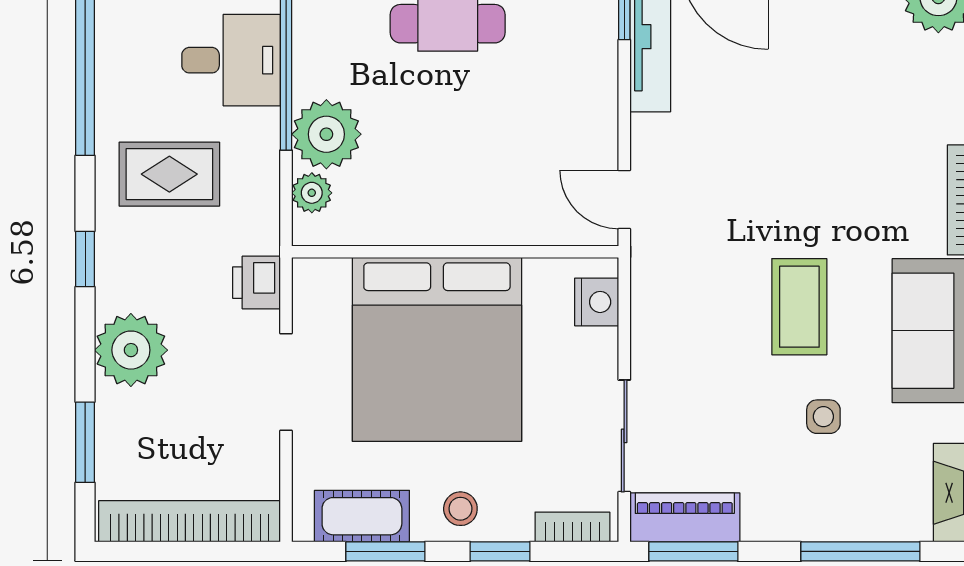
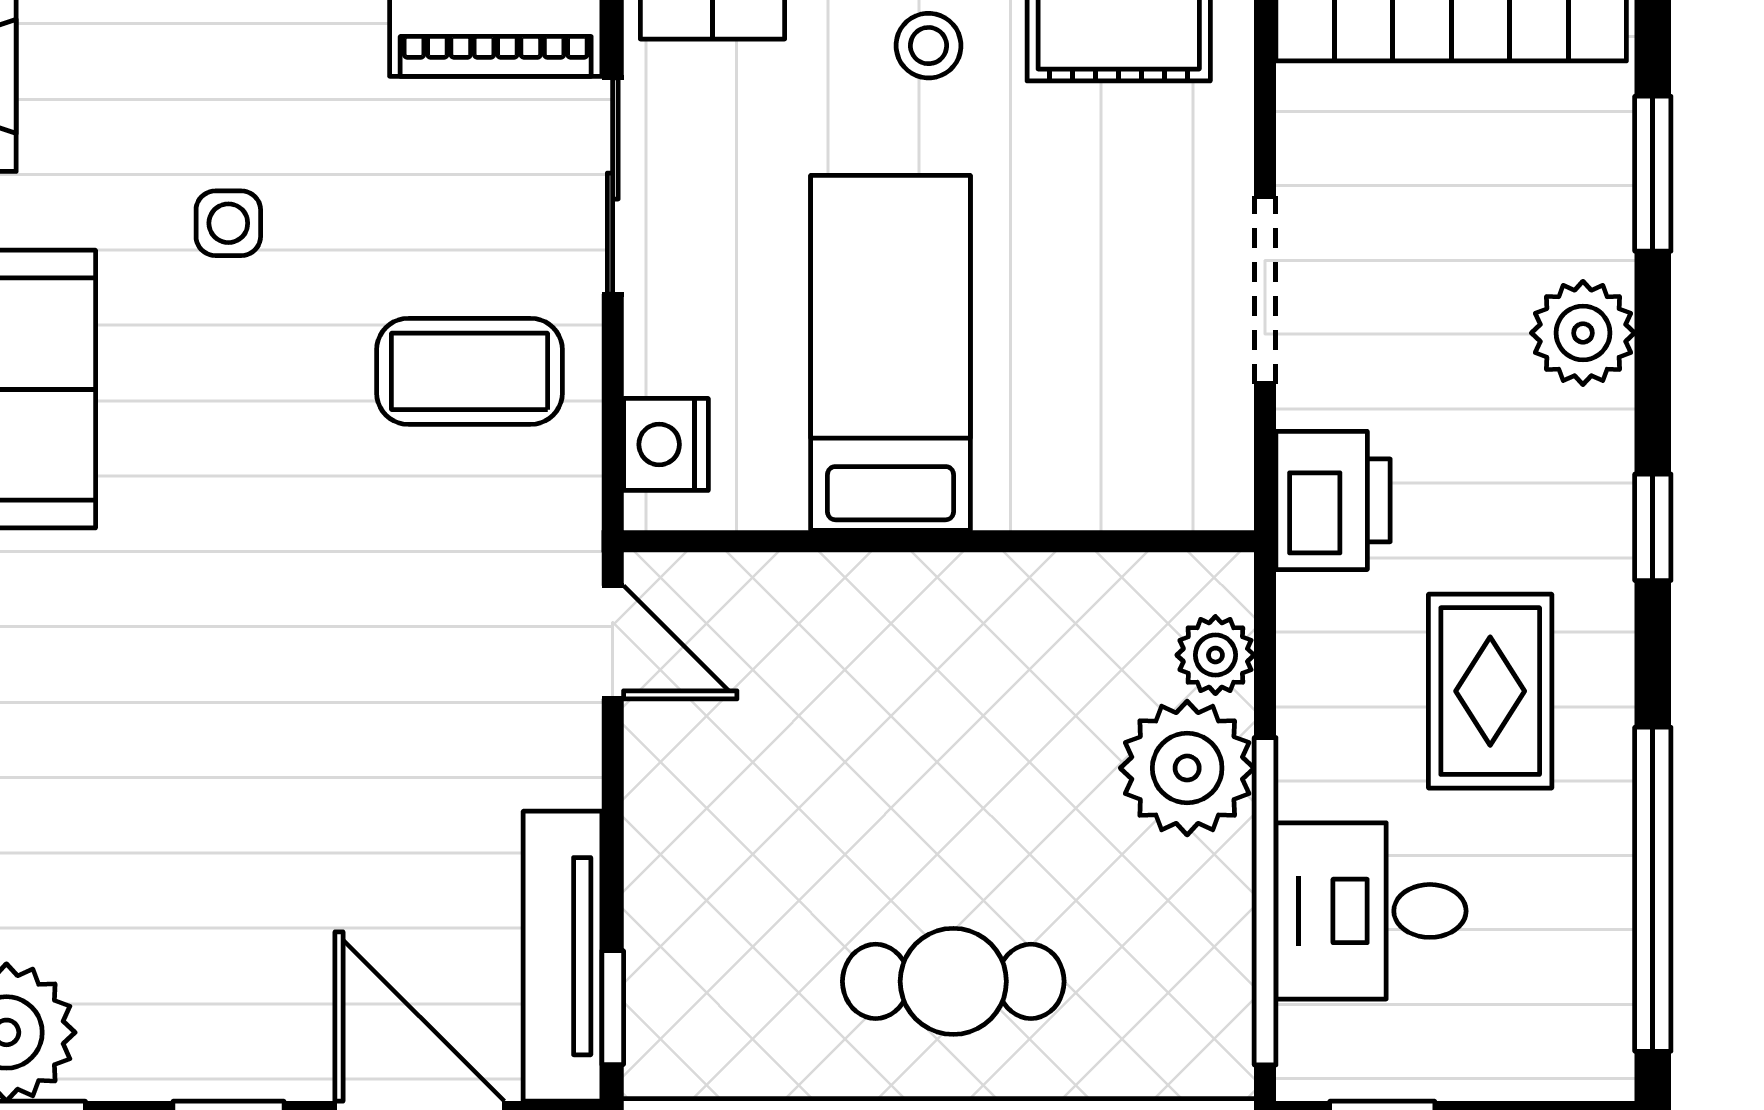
rug: (169, 174) -> (1490, 691), turned 90
printer: (257, 283) -> (1333, 500), width x1.36, depth x1.24
coffee table: (799, 307) -> (469, 371), moved, turned 90
bed: (437, 349) -> (891, 353), width x0.49
plant: (131, 350) -> (1583, 333), width x0.73, depth x0.73

